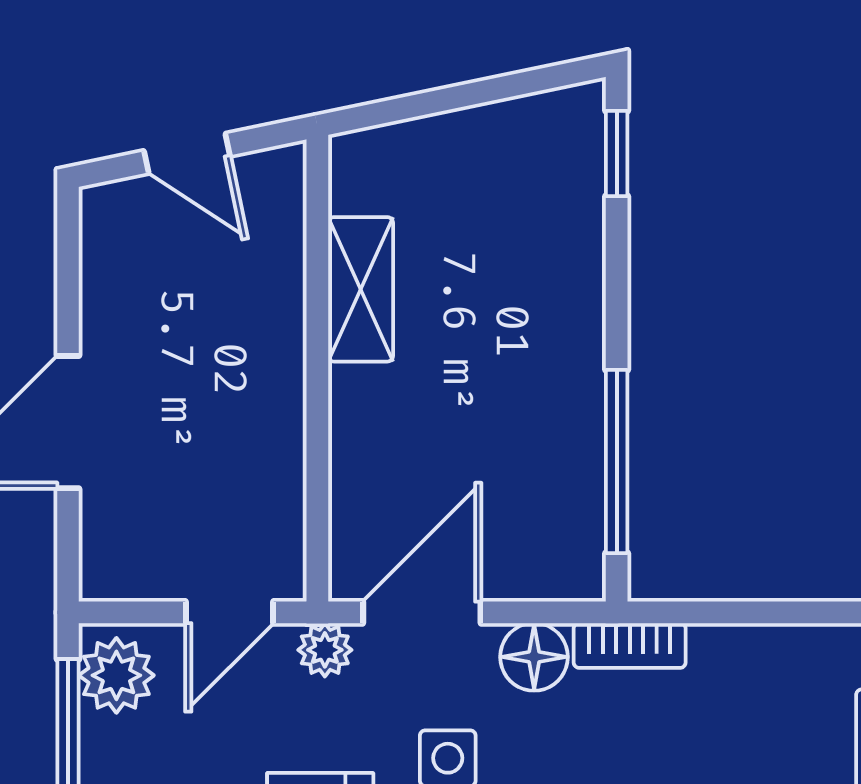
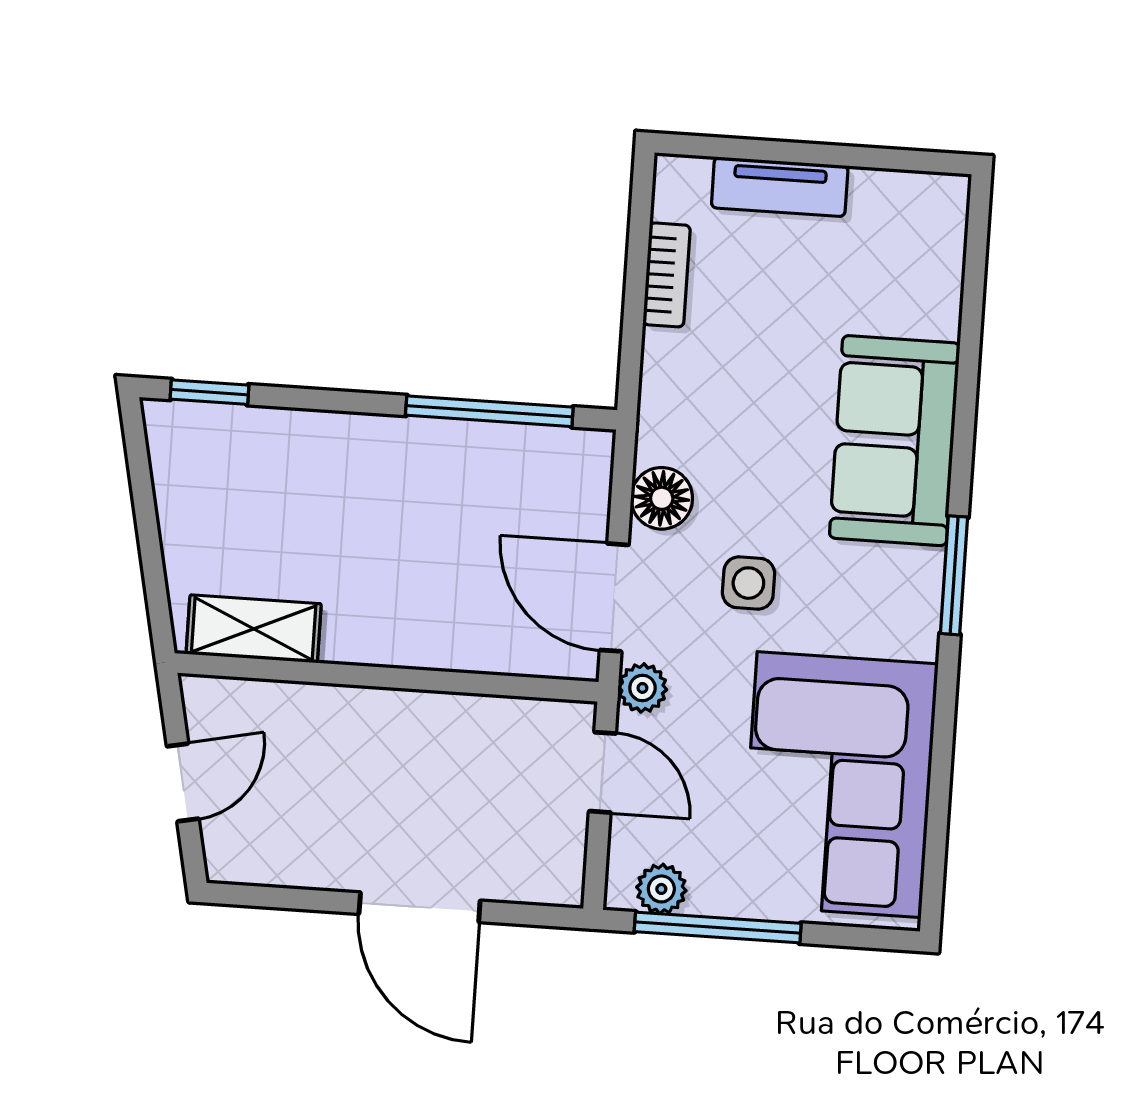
shelving: (361, 289) -> (254, 629), moved
bookcase: (630, 645) -> (667, 275), moved
plant: (116, 675) -> (661, 889), width x0.73, depth x0.73

